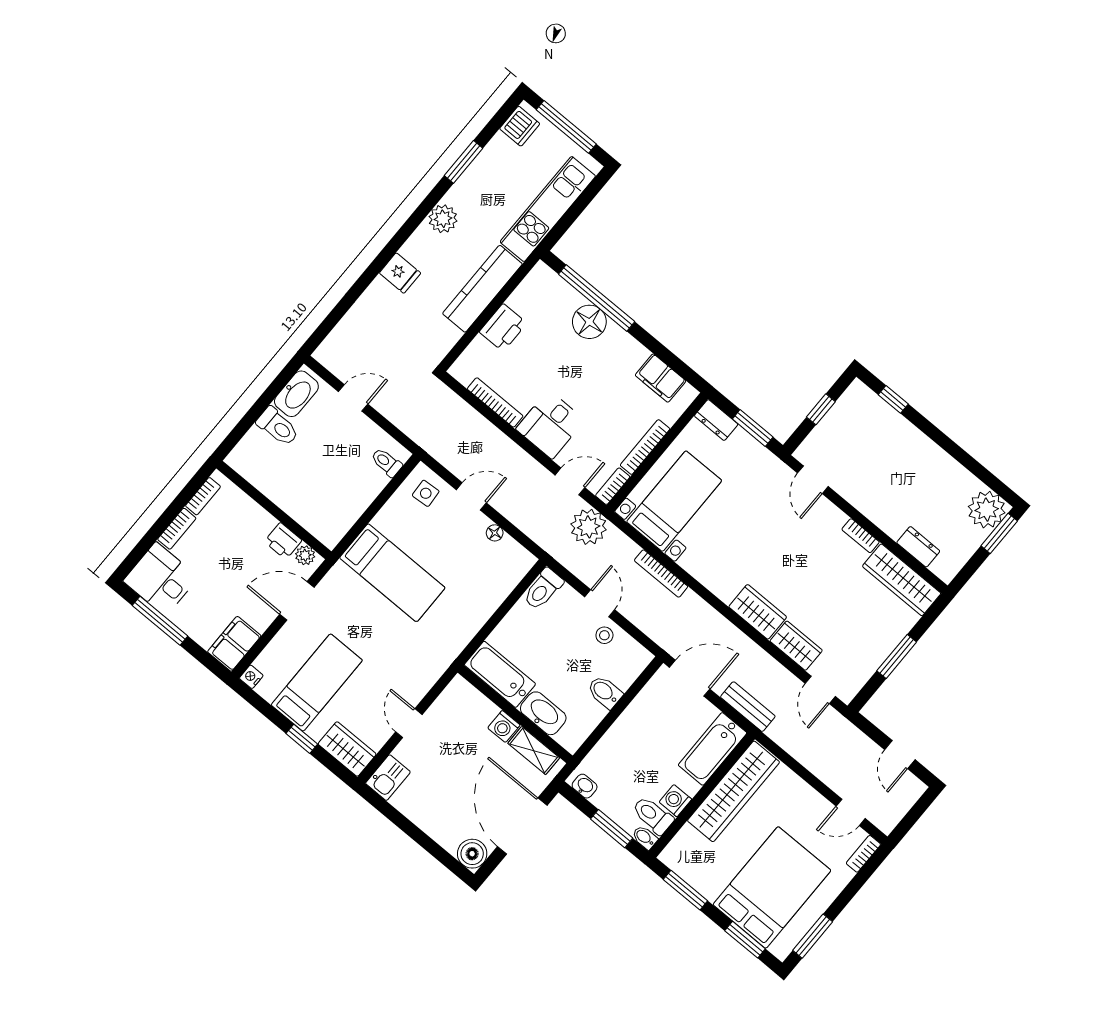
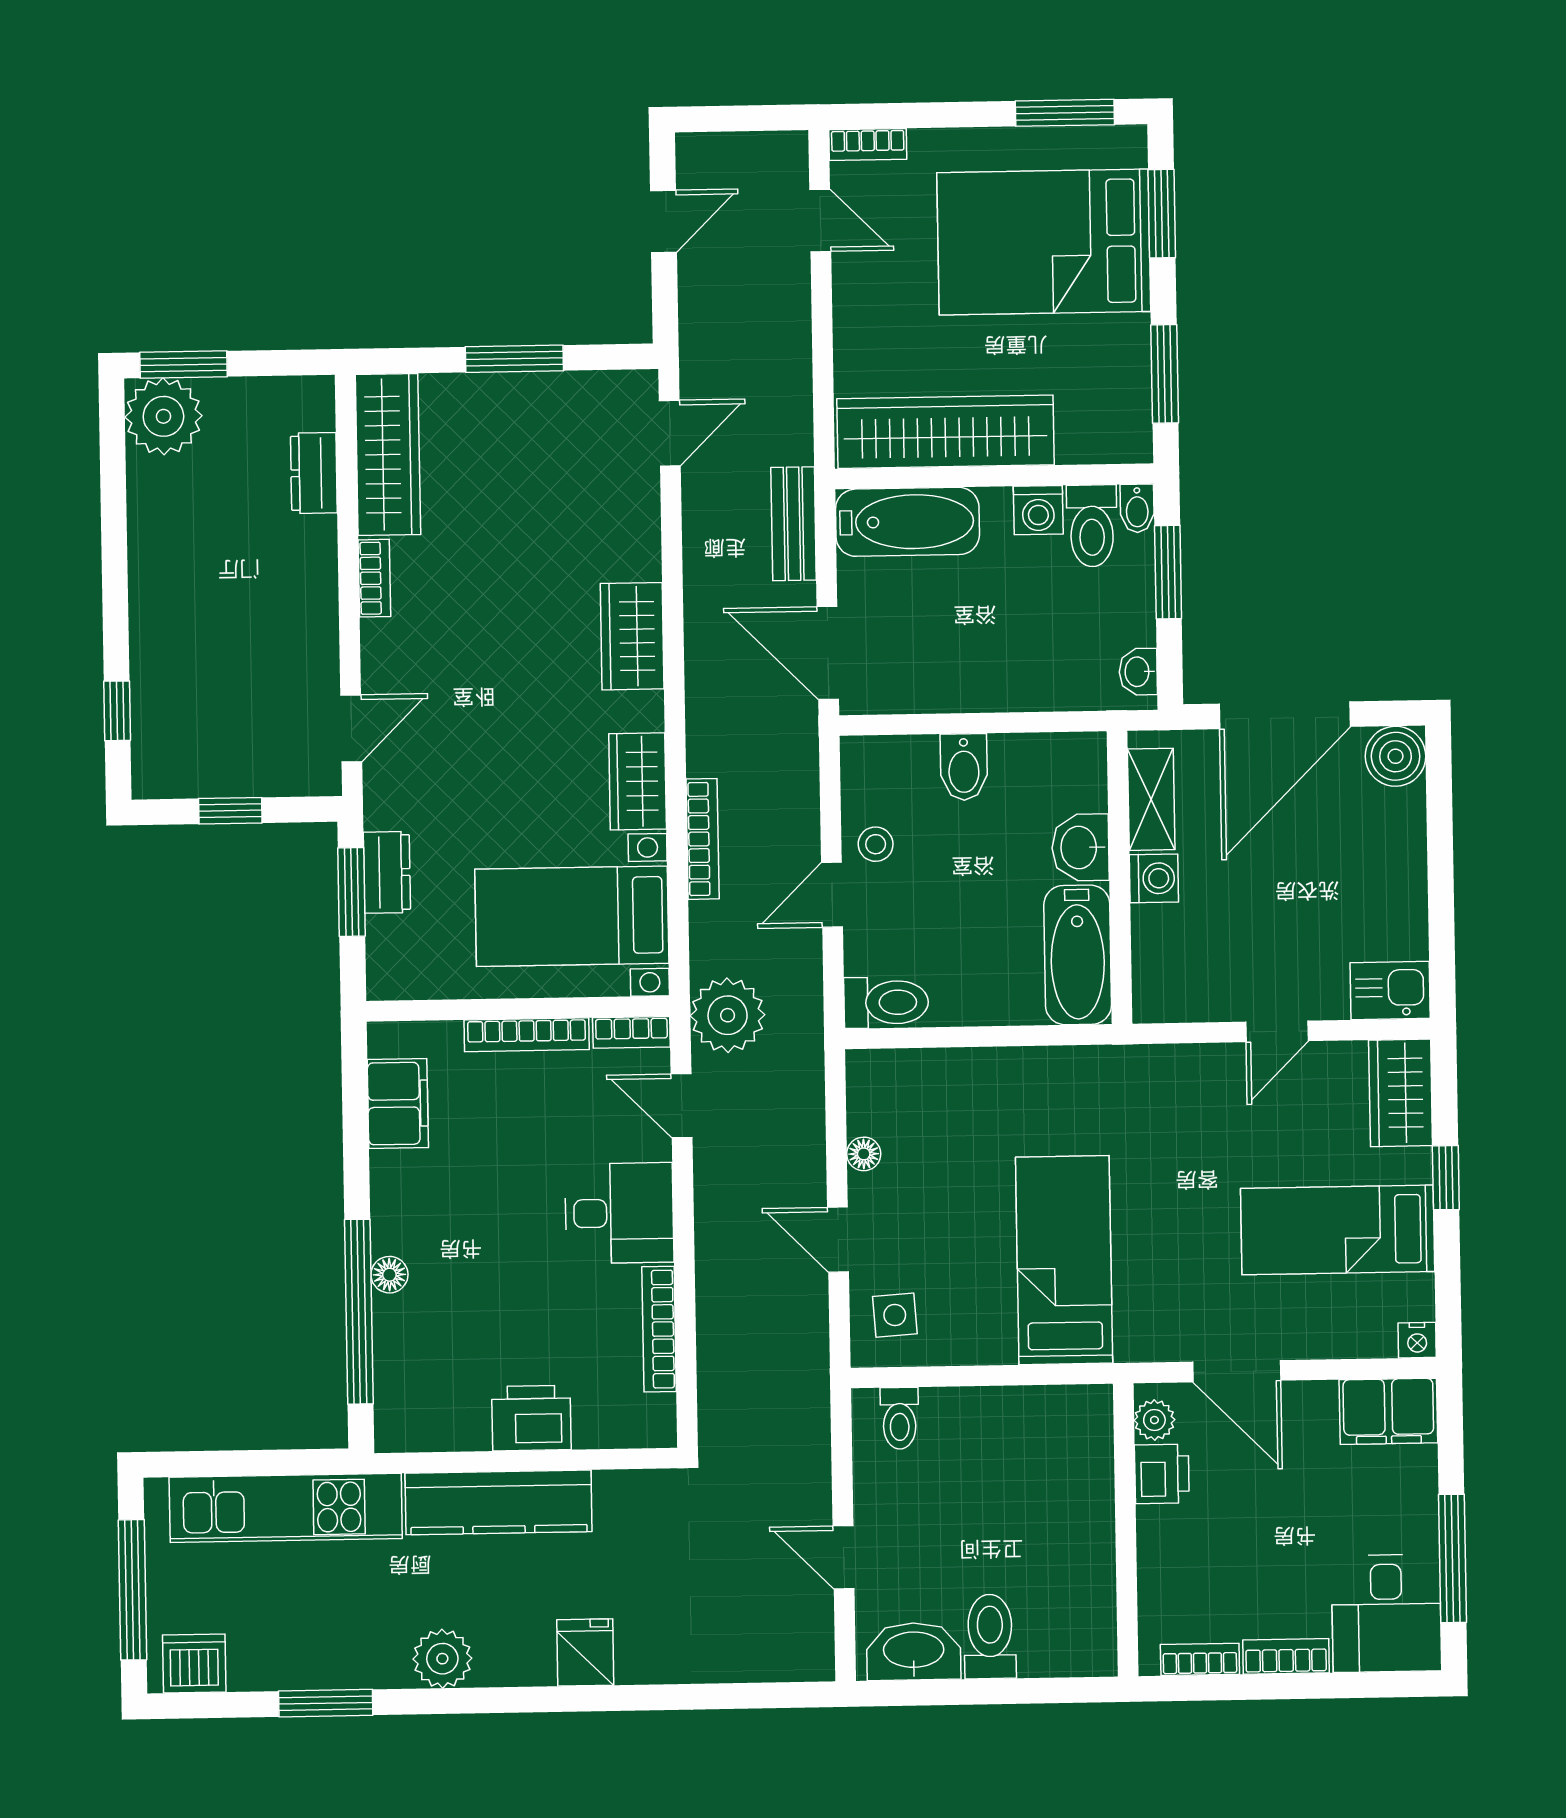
floor lamp: (589, 322) -> (389, 1275), width x0.53, depth x0.53
dresser: (716, 420) -> (387, 872), moved
wardrobe: (796, 646) -> (638, 781), moved
washbasin: (543, 713) -> (1080, 848), width x0.72

